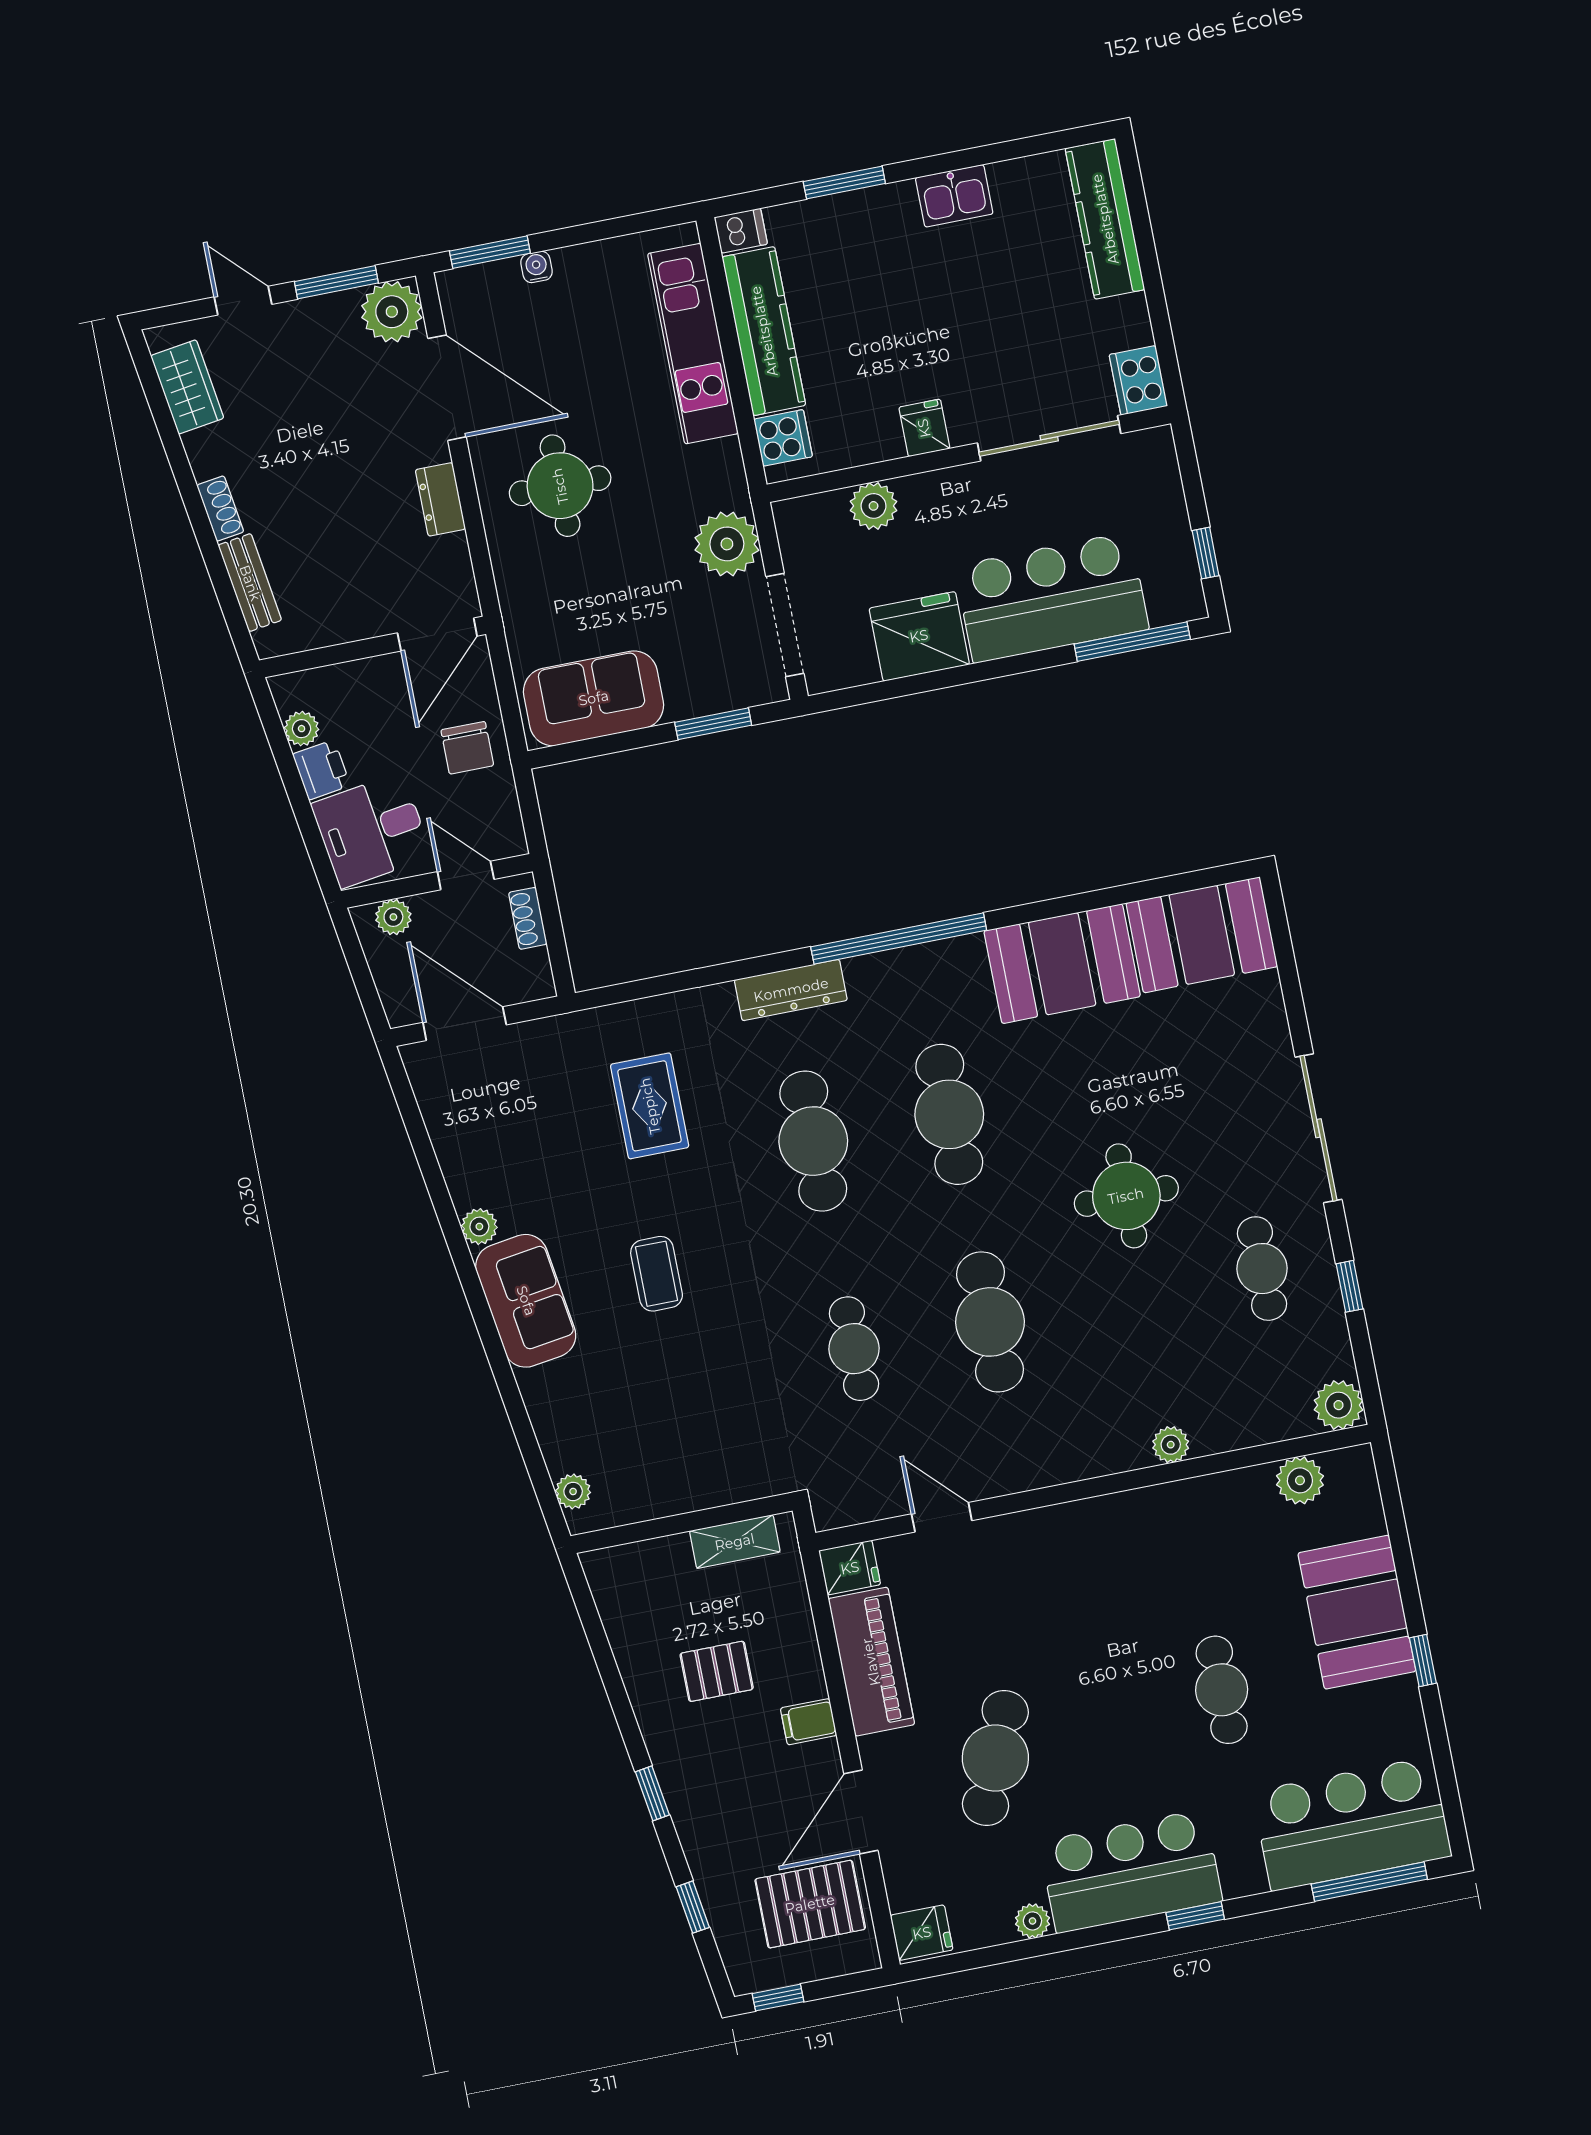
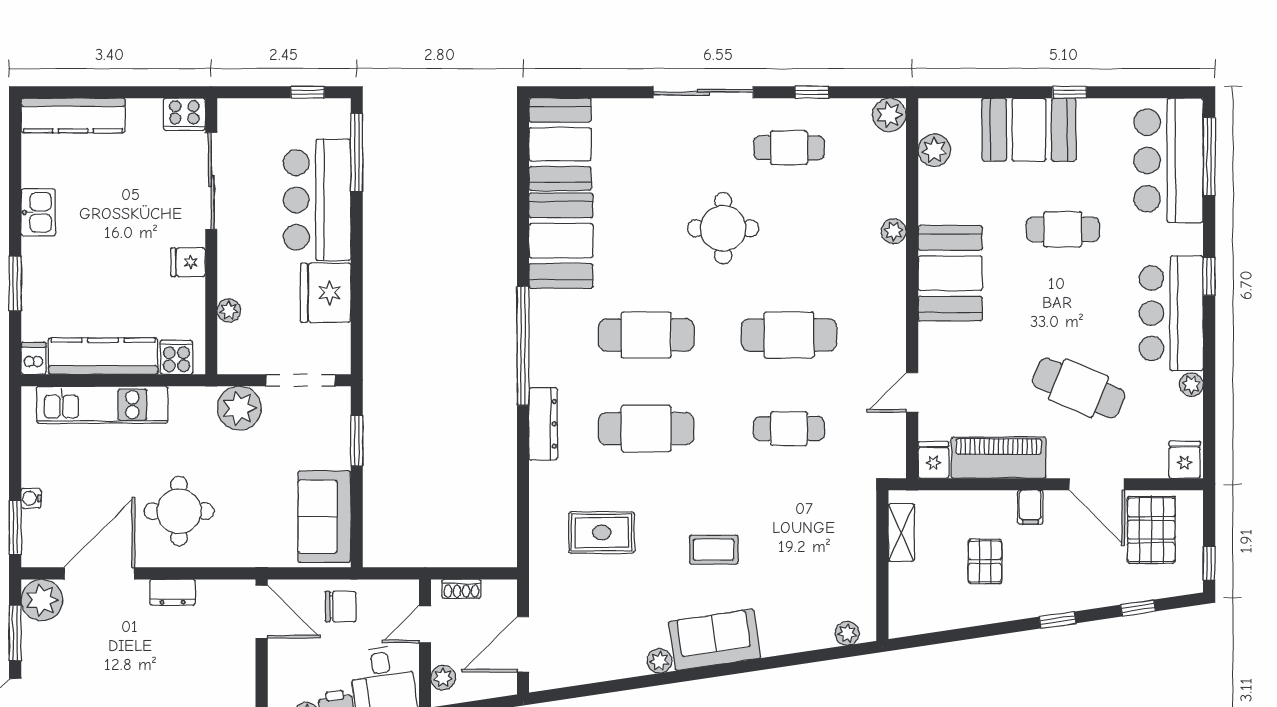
plant: (874, 506) -> (229, 310), width x0.73, depth x0.73
booth: (1126, 1539) -> (950, 273), added

